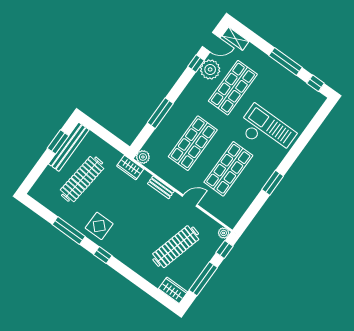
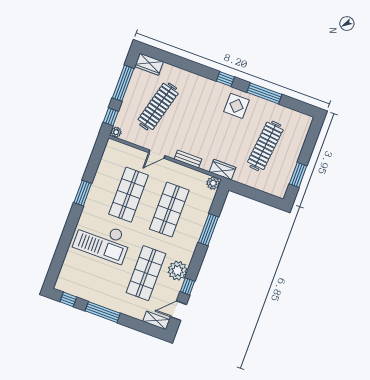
plant: (210, 69) -> (177, 271), moved
bench: (69, 147) -> (287, 173), removed

